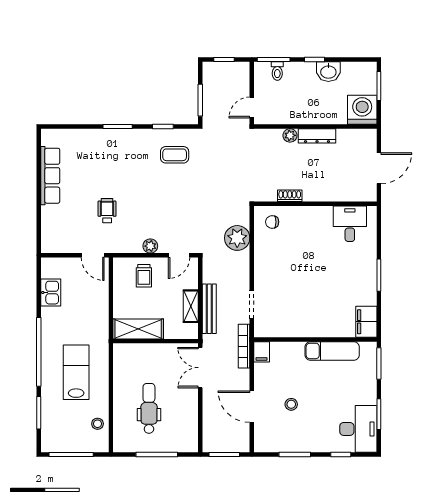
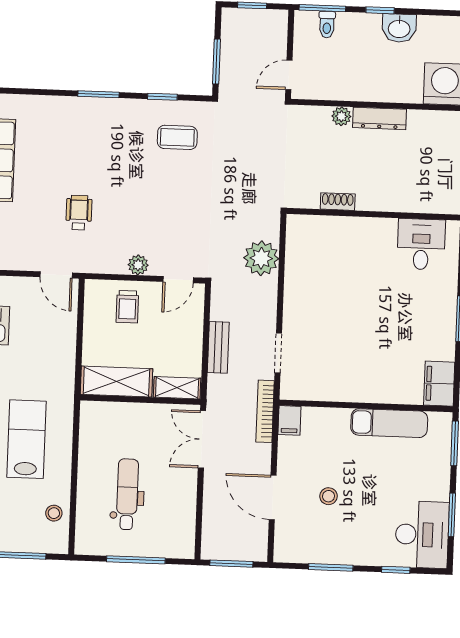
chair: (272, 222) -> (311, 238), removed
shelving: (191, 306) -> (177, 388), moved, turned 90
bench: (209, 309) -> (218, 347), width x0.73

